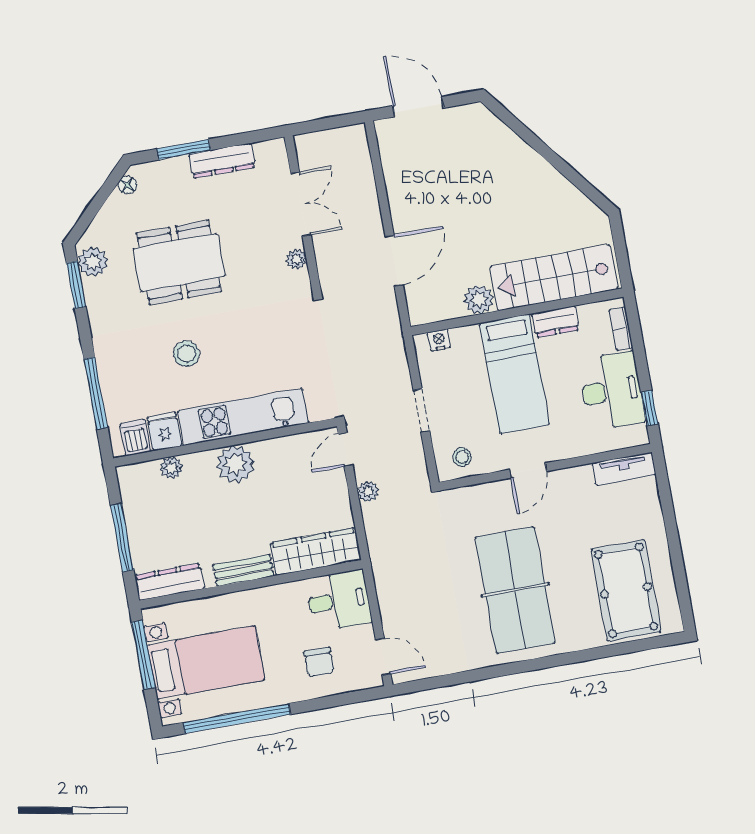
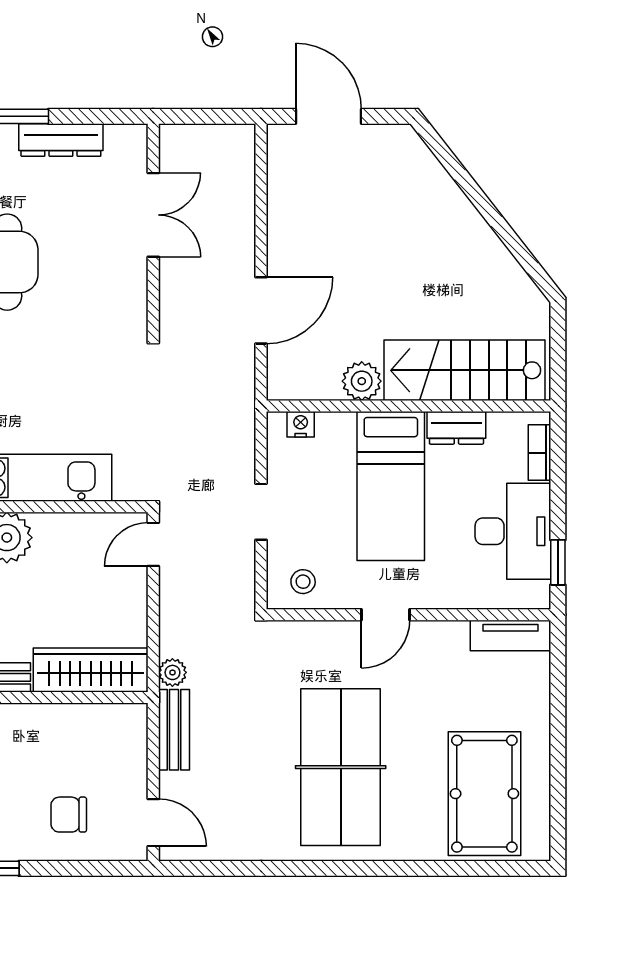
plant: (296, 259) -> (134, 286), removed
plant: (368, 492) -> (172, 672), moved
bench: (386, 585) -> (174, 730), added
desk: (339, 601) -> (109, 739), removed
chair: (319, 662) -> (69, 815), turned 90

